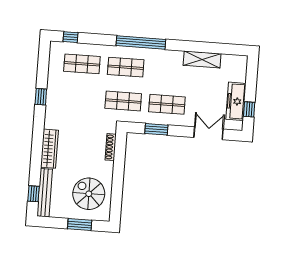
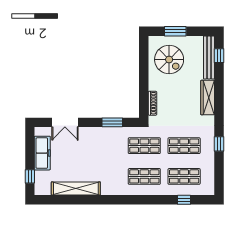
window: (70, 37) -> (184, 200), moved
window: (141, 42) -> (132, 200), removed
shelving: (202, 59) -> (76, 189), width x1.47
shop shelf: (167, 104) -> (184, 146), moved
window: (249, 109) -> (30, 176), moved

